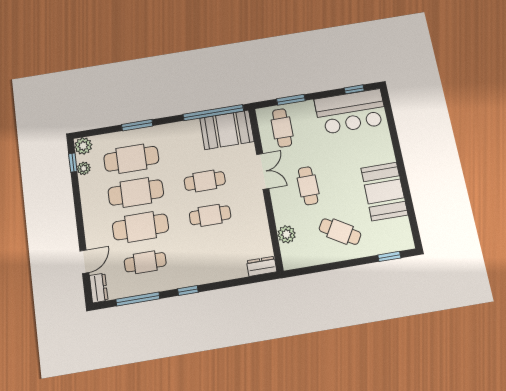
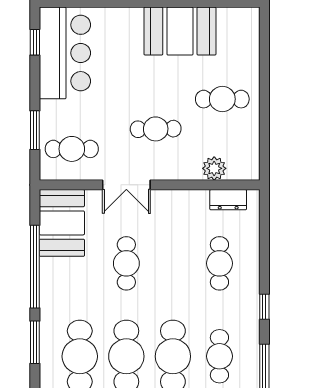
window: (213, 113) -> (35, 267), moved
double door: (263, 171) -> (126, 185), swing flipped
cafe table: (210, 215) -> (219, 263), moved
cafe table: (340, 232) -> (222, 99), turned 59
window: (389, 256) -> (264, 42), removed
dresser: (262, 266) -> (228, 200), moved, turned -90

